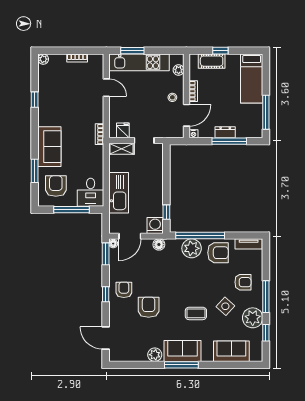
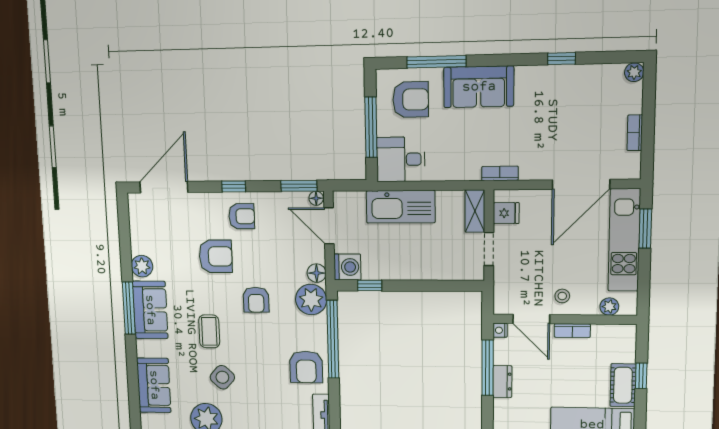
cot: (212, 61) -> (623, 385), moved
door: (106, 88) -> (581, 184), width x1.88
window: (229, 141) -> (488, 368), moved
window: (35, 171) -> (436, 62), width x1.44
plant: (192, 248) -> (311, 299), moved
armchair: (243, 282) -> (256, 300), moved
door: (106, 338) -> (164, 187), width x1.36

